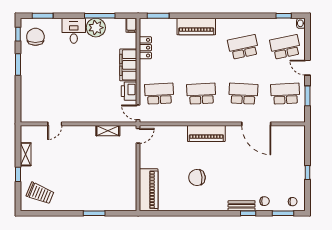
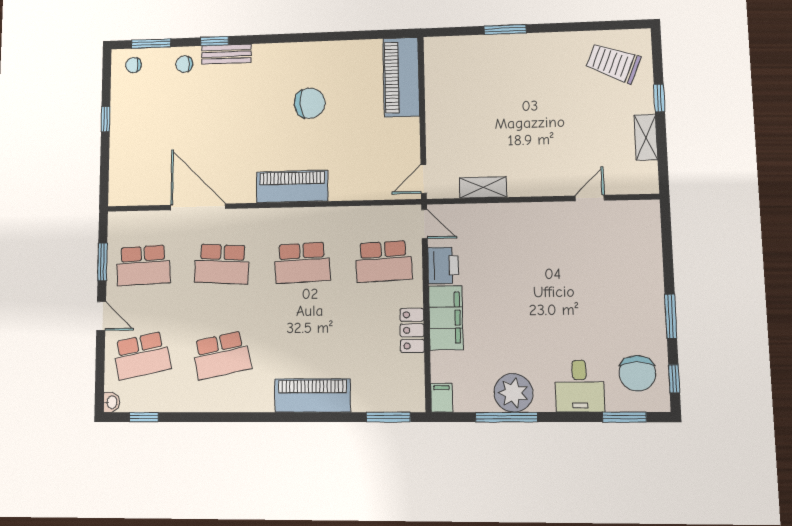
desk: (74, 31) -> (580, 386), moved
locker: (145, 48) -> (412, 330), moved

